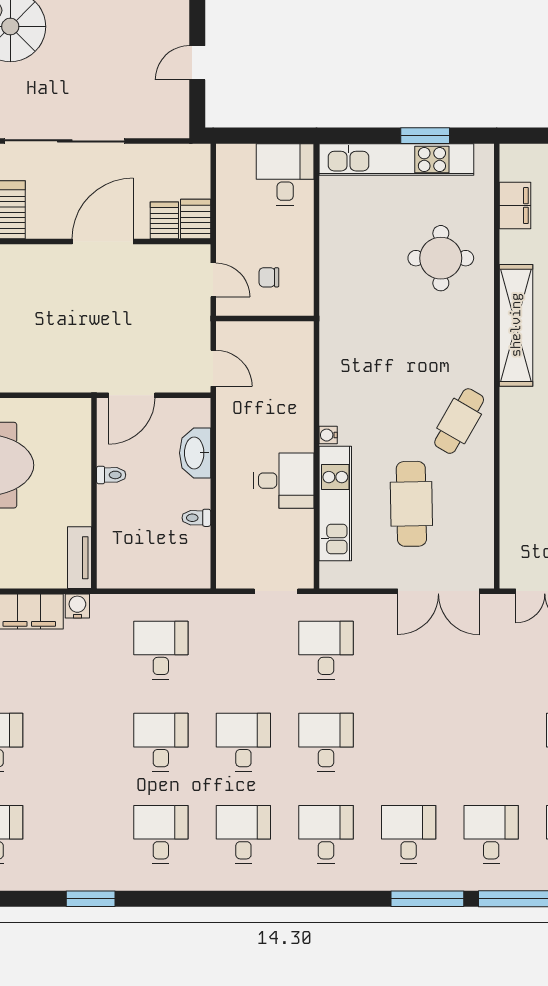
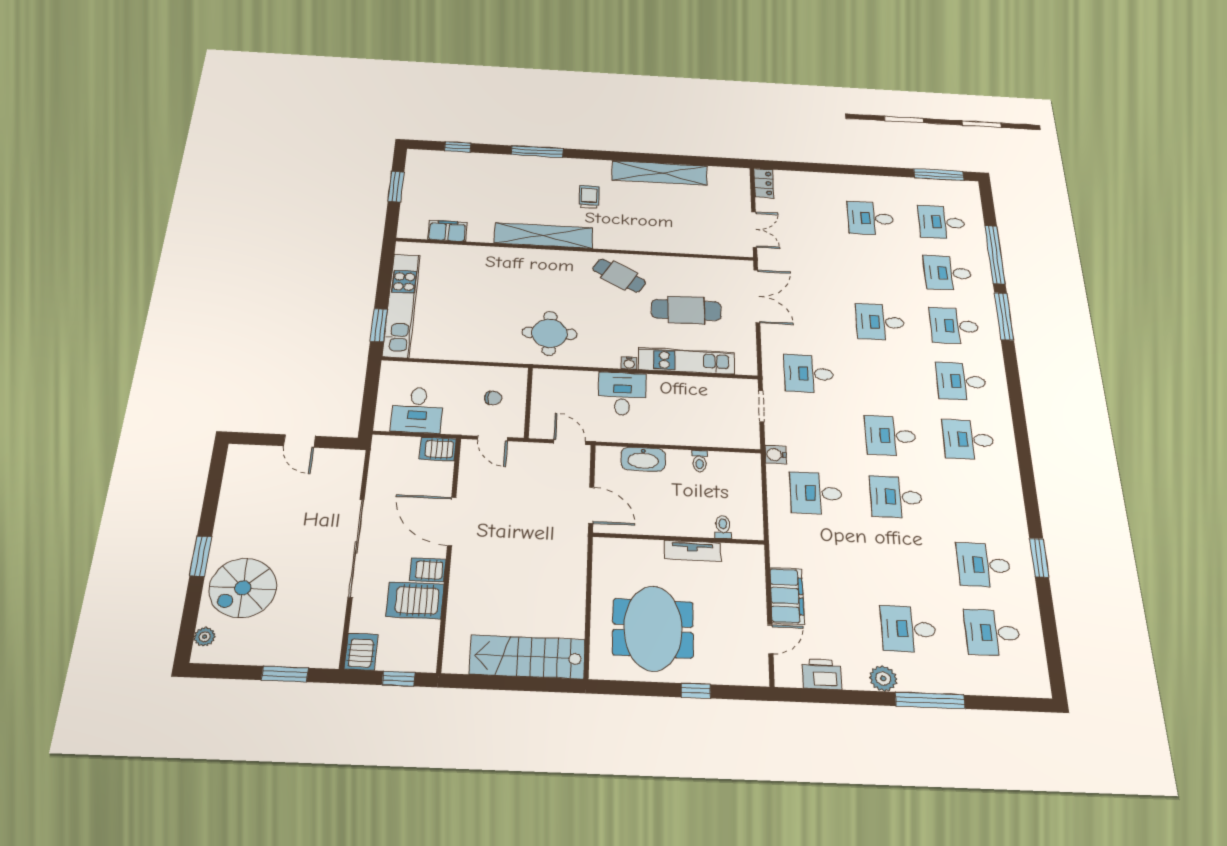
window: (425, 136) -> (379, 325), moved
desk: (285, 175) -> (417, 410), moved, turned -90
server rack: (164, 220) -> (428, 570), moved
round table: (441, 258) -> (550, 333), moved
chair: (269, 277) -> (493, 398), turned -90
door: (213, 280) -> (492, 438), swing flipped
door: (213, 368) -> (570, 442), hinge flipped
toilet: (111, 475) -> (723, 527), moved
desk: (284, 481) -> (622, 394), moved
tv unit: (79, 558) -> (692, 551), moved
water cooler: (77, 606) -> (776, 455), moved
desk: (326, 742) -> (880, 322), moved
desk: (161, 835) -> (984, 565), moved

